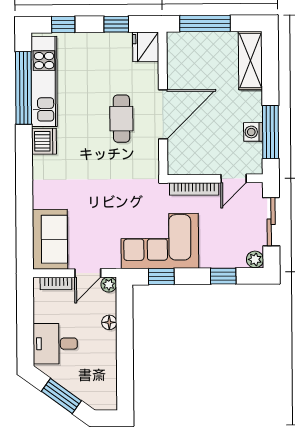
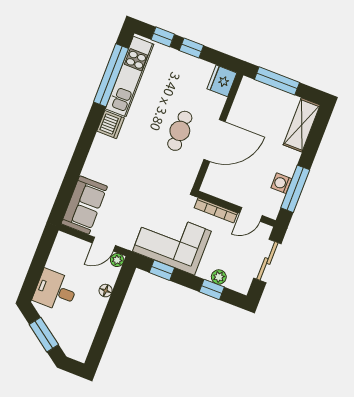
window: (116, 24) -> (191, 48), moved
plant: (255, 259) -> (219, 277), moved
bookcase: (56, 284) -> (75, 243), removed

